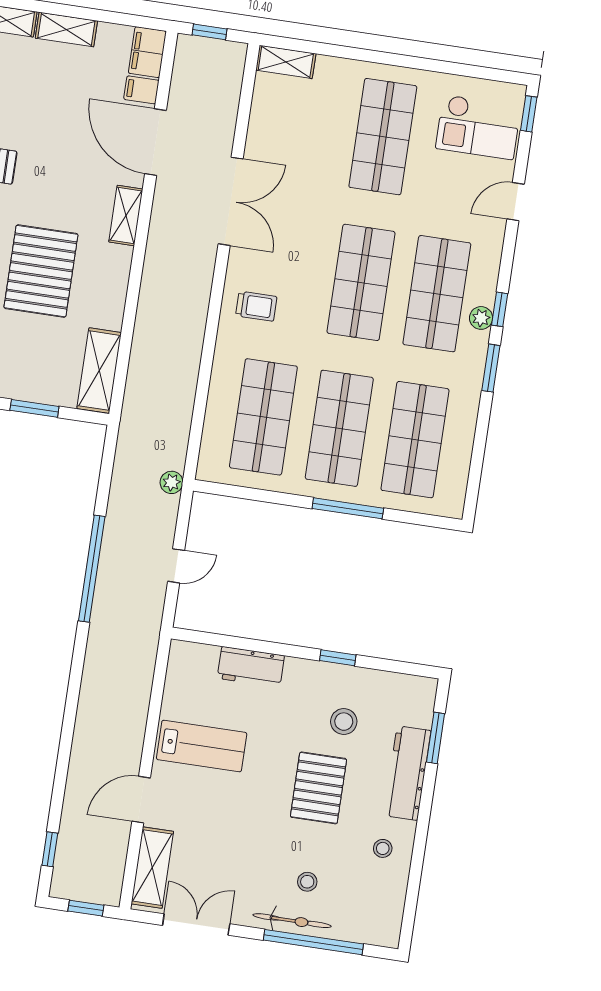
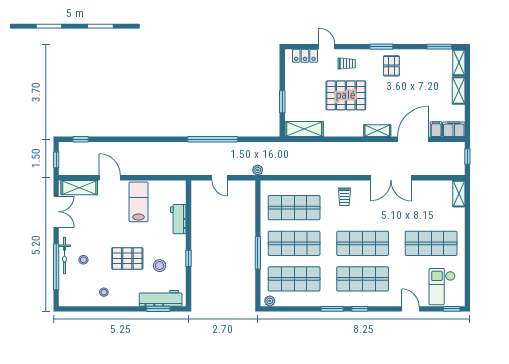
plant: (481, 318) -> (270, 301), moved
lab bench: (202, 746) -> (139, 202), turned 180
workbench: (407, 773) -> (161, 298), moved

